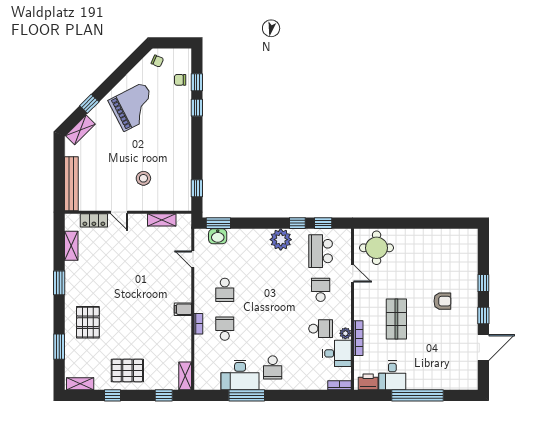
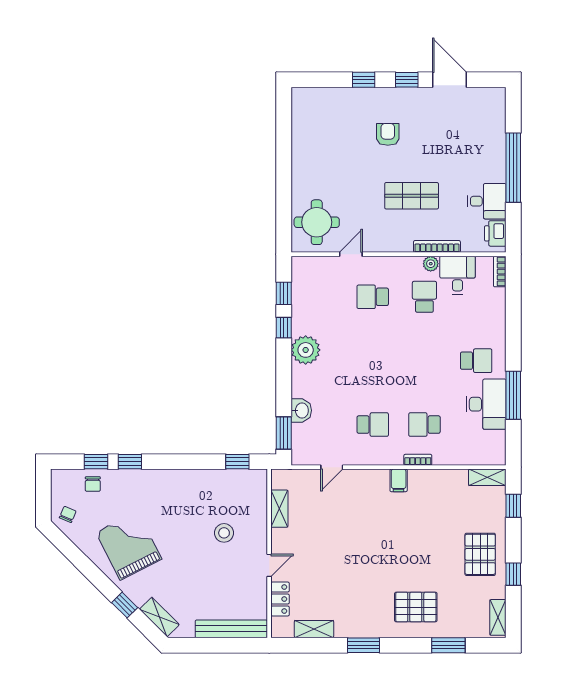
washbasin: (218, 236) -> (301, 410), moved
school desk: (321, 251) -> (321, 297), removed

